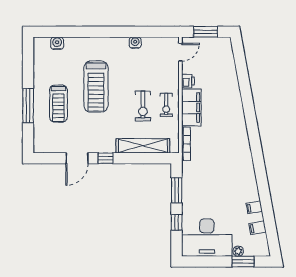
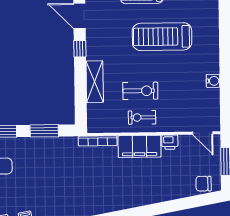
chair: (225, 52) -> (204, 184), added
exercise bike: (143, 106) -> (140, 91), turned 180
shelving: (143, 146) -> (95, 82), width x0.68

